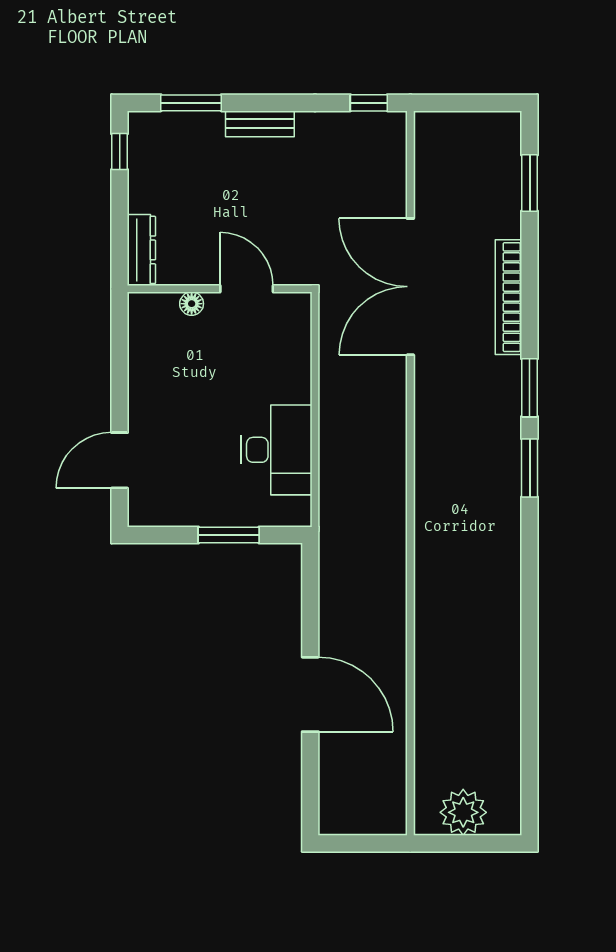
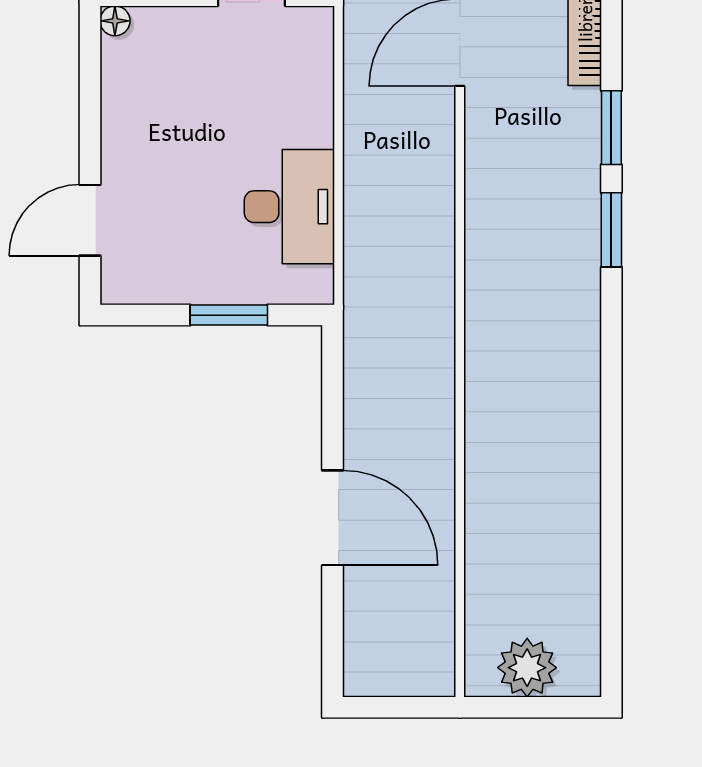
floor lamp: (192, 304) -> (115, 21), moved

